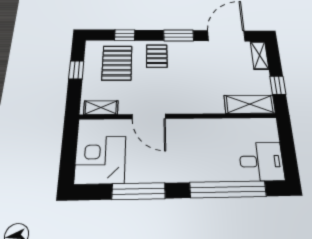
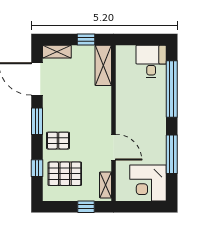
window: (76, 70) -> (86, 207), moved
door: (149, 117) -> (114, 147), hinge flipped

